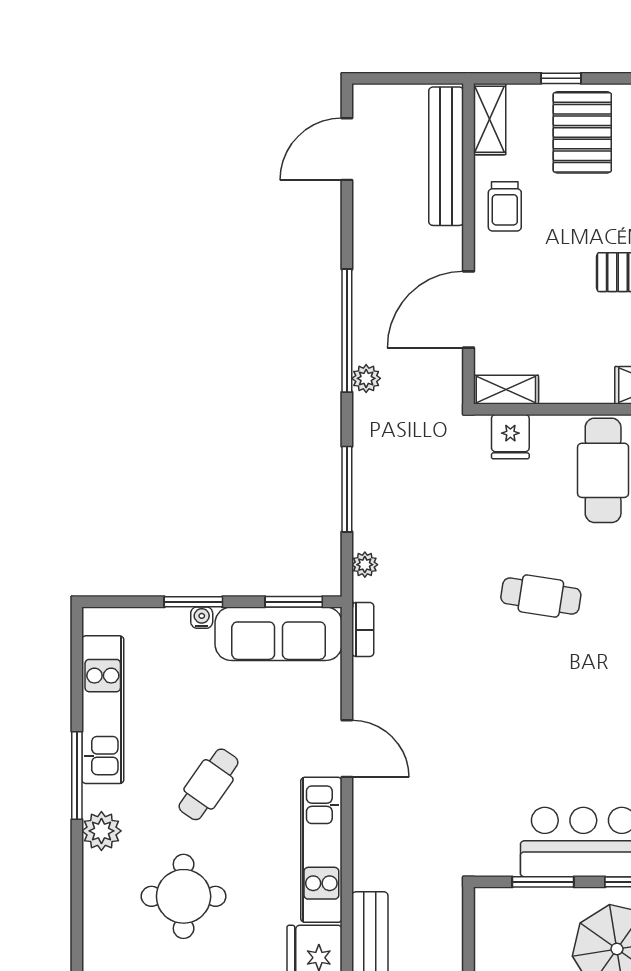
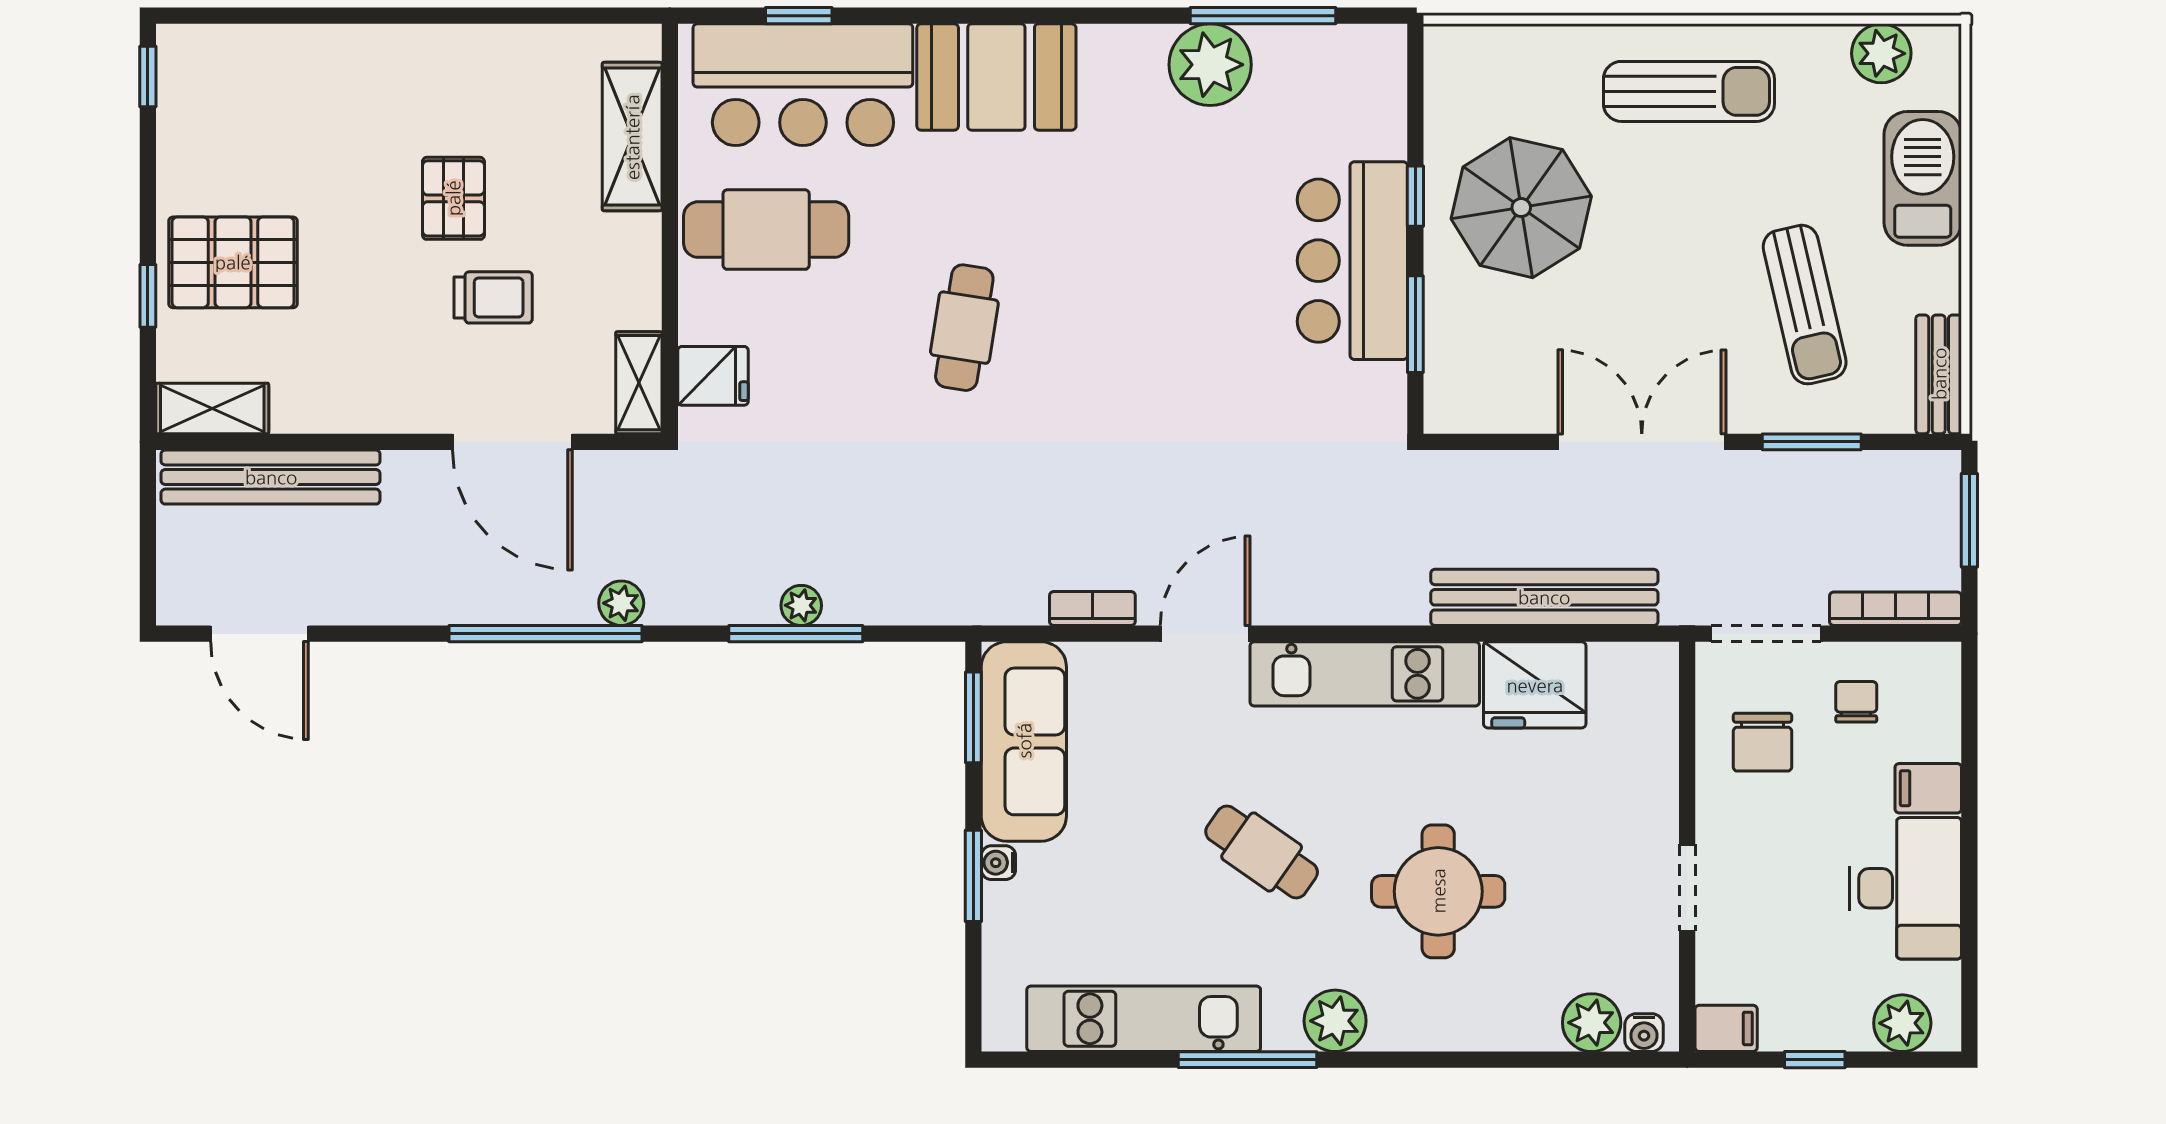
trolley: (505, 206) -> (493, 297), moved
plant: (365, 565) -> (801, 605), moved
bookcase: (363, 630) -> (1092, 608), moved

